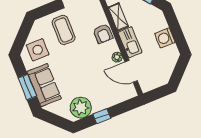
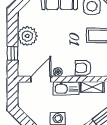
plant: (81, 108) -> (27, 36), moved
window: (102, 116) -> (13, 53), moved

